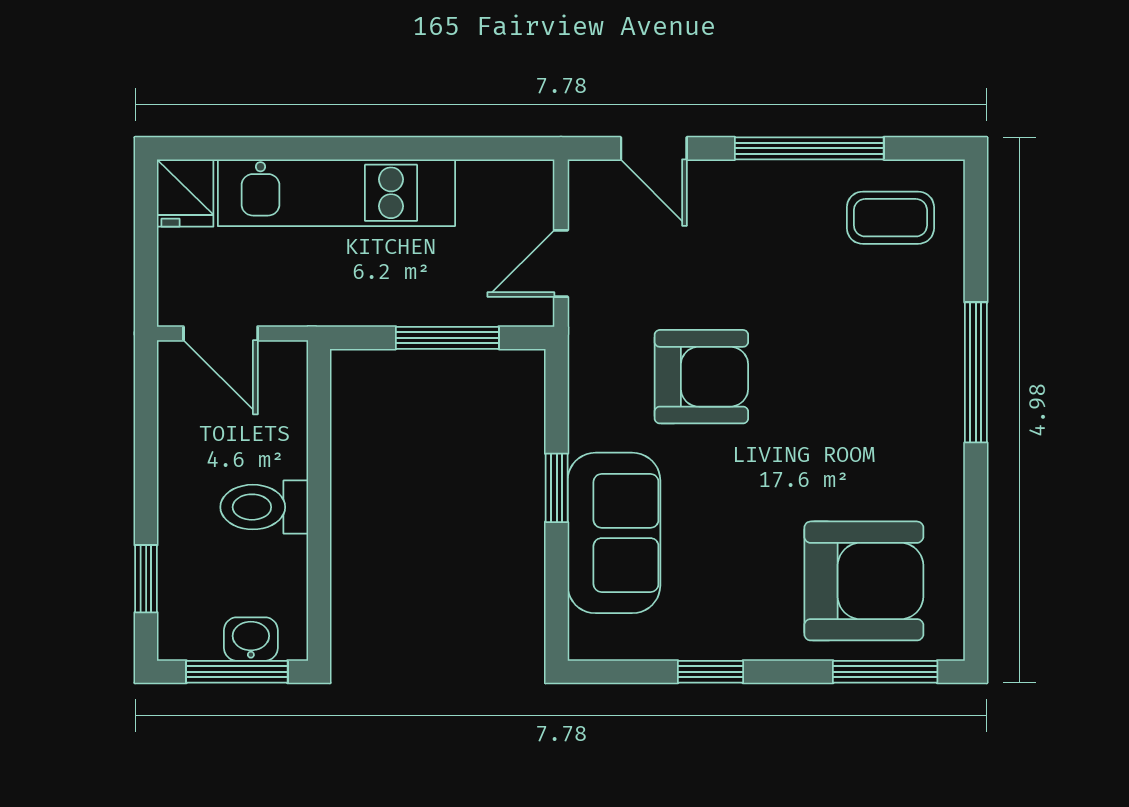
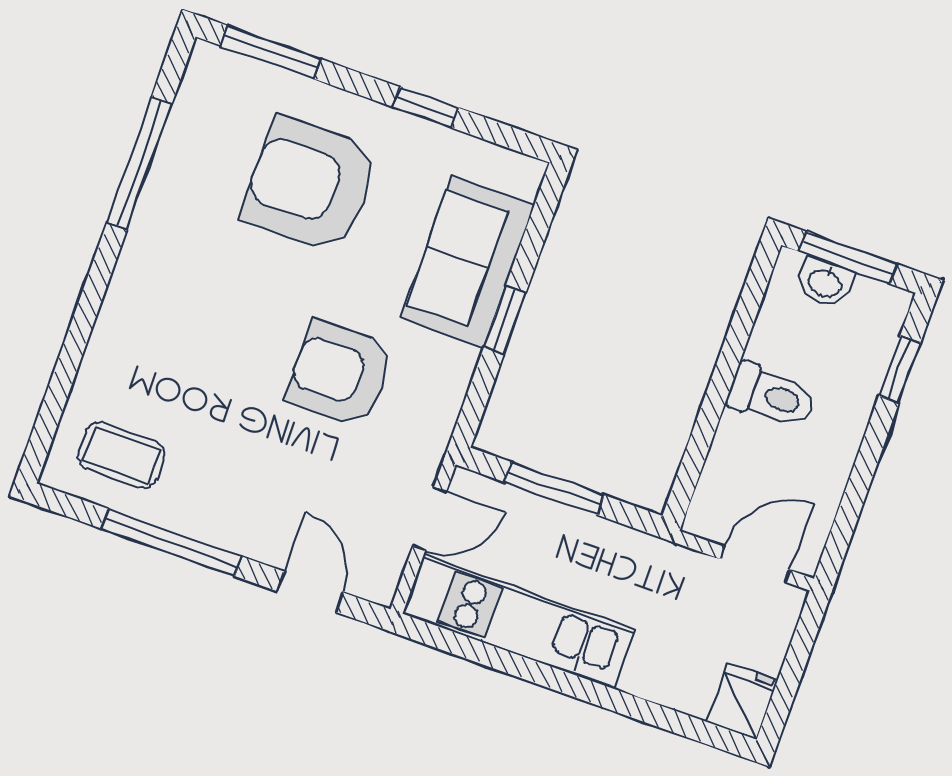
kitchen unit: (336, 193) -> (519, 622), moved
door: (221, 333) -> (755, 564), hinge flipped
window: (976, 372) -> (139, 163), moved
armchair: (864, 581) -> (310, 184), moved

